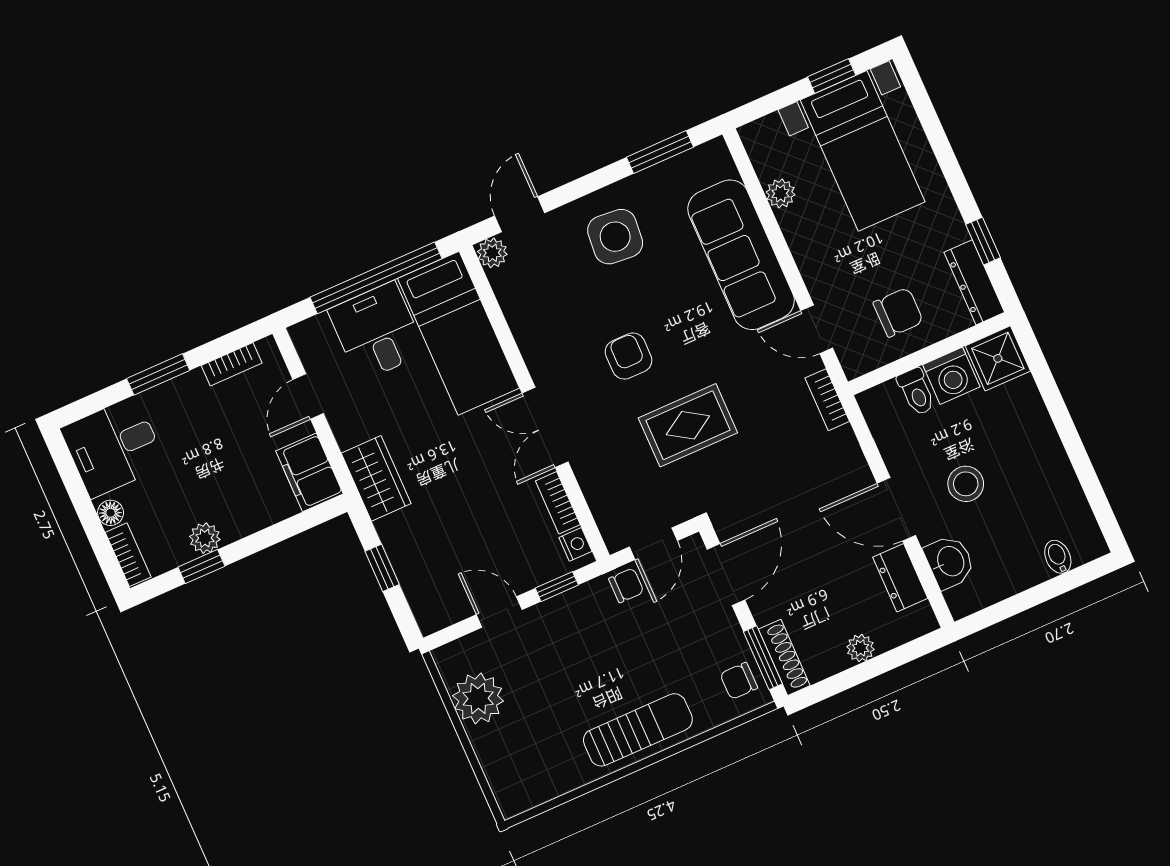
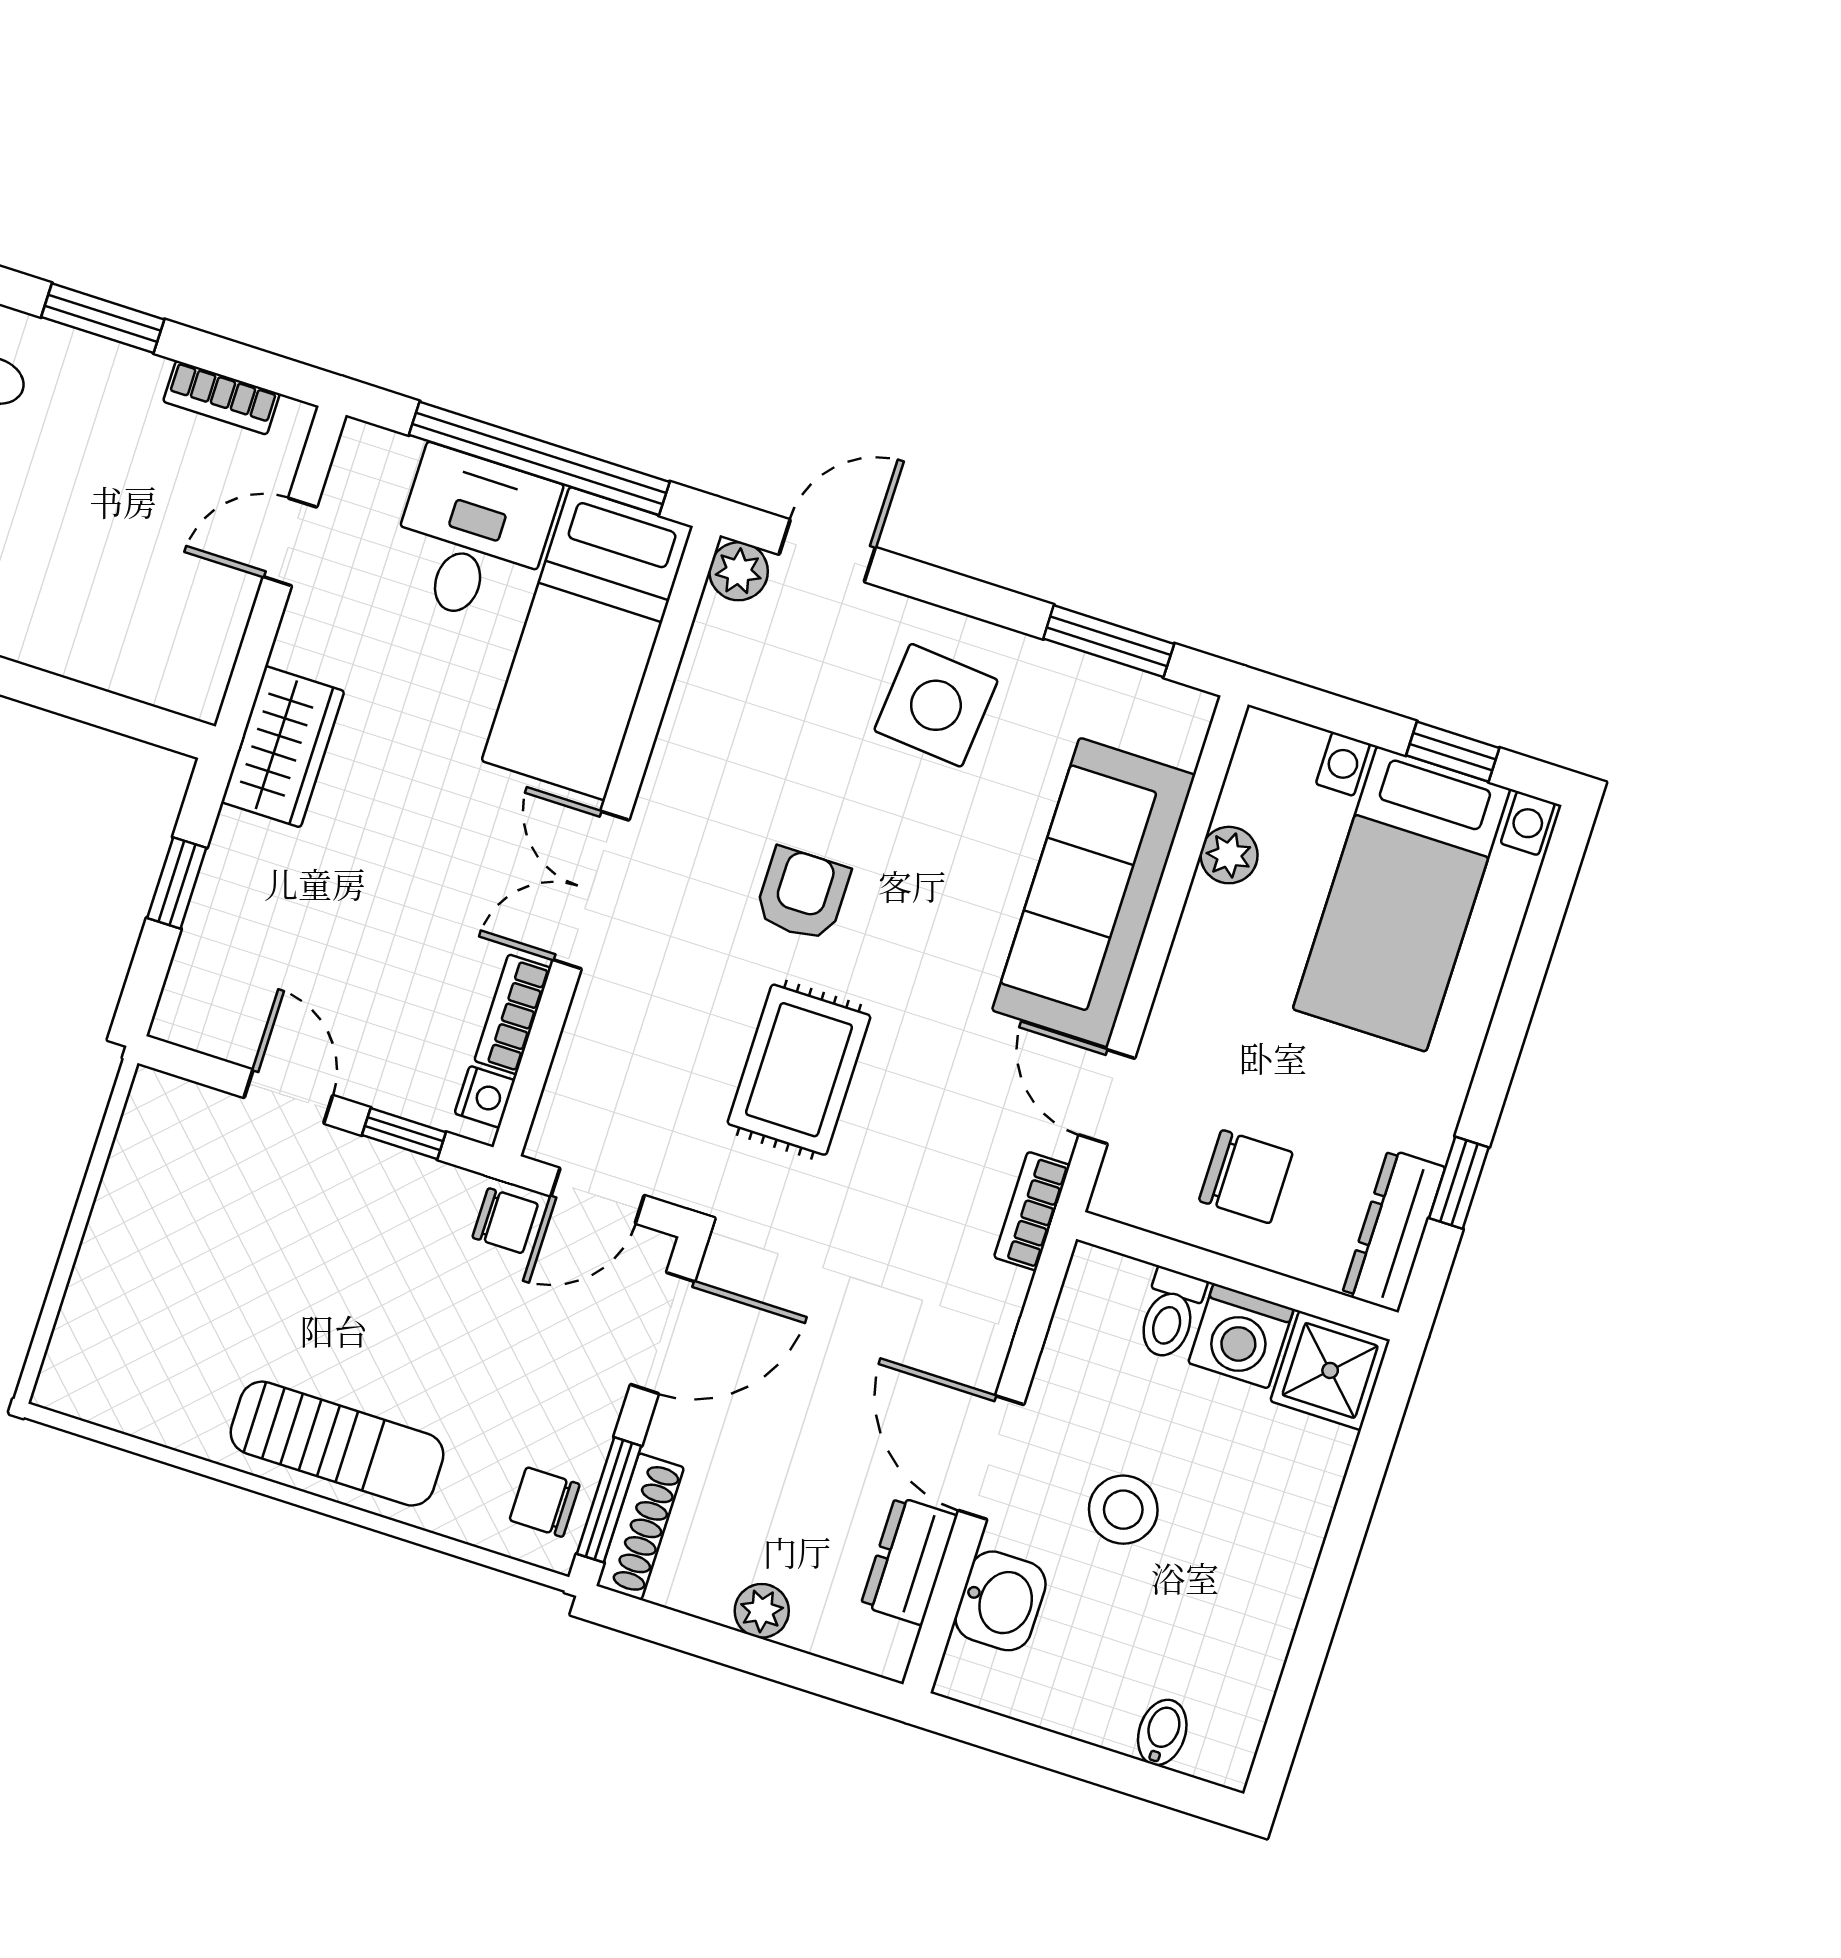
rug: (688, 425) -> (799, 1070), turned 90
filing cabinet: (309, 472) -> (195, 653), removed
plant: (478, 698) -> (148, 1194), removed

